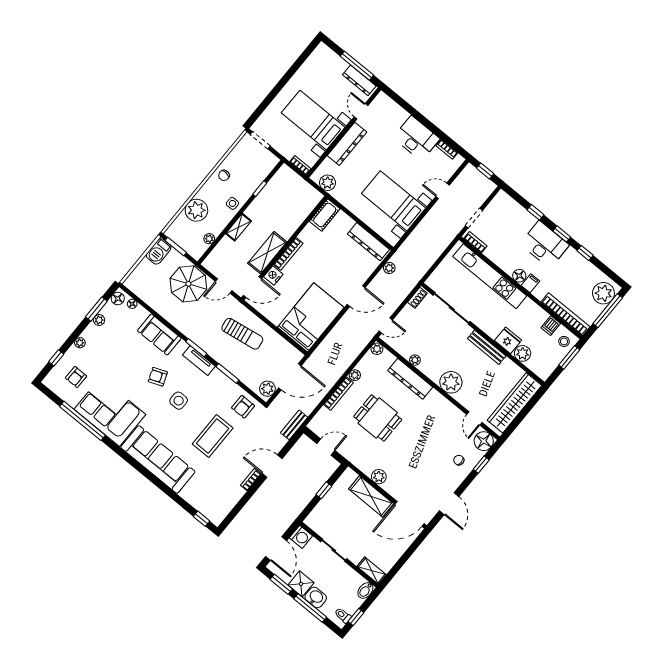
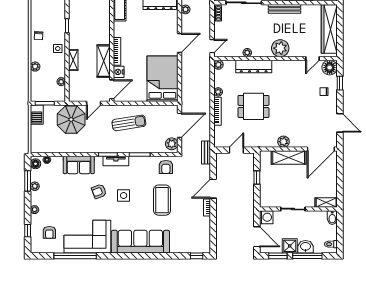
plant: (196, 210) -> (35, 67), width x0.53, depth x0.53
door: (474, 418) -> (313, 58), hinge flipped
window: (356, 617) -> (340, 239), removed

